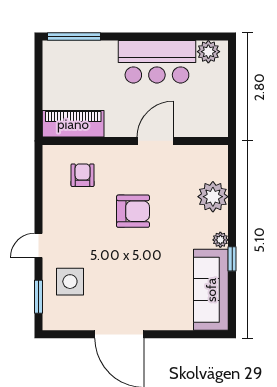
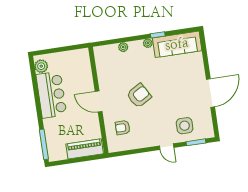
piano: (73, 124) -> (85, 149), moved, turned 90
door: (155, 141) -> (99, 101), moved
plant: (213, 197) -> (123, 47), width x0.53, depth x0.53
armchair: (133, 211) -> (139, 96), turned 60

